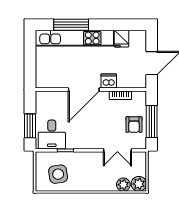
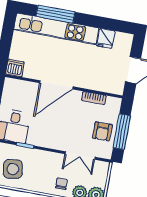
dishwasher: (109, 81) -> (15, 68), moved
chair: (105, 179) -> (61, 184), added

